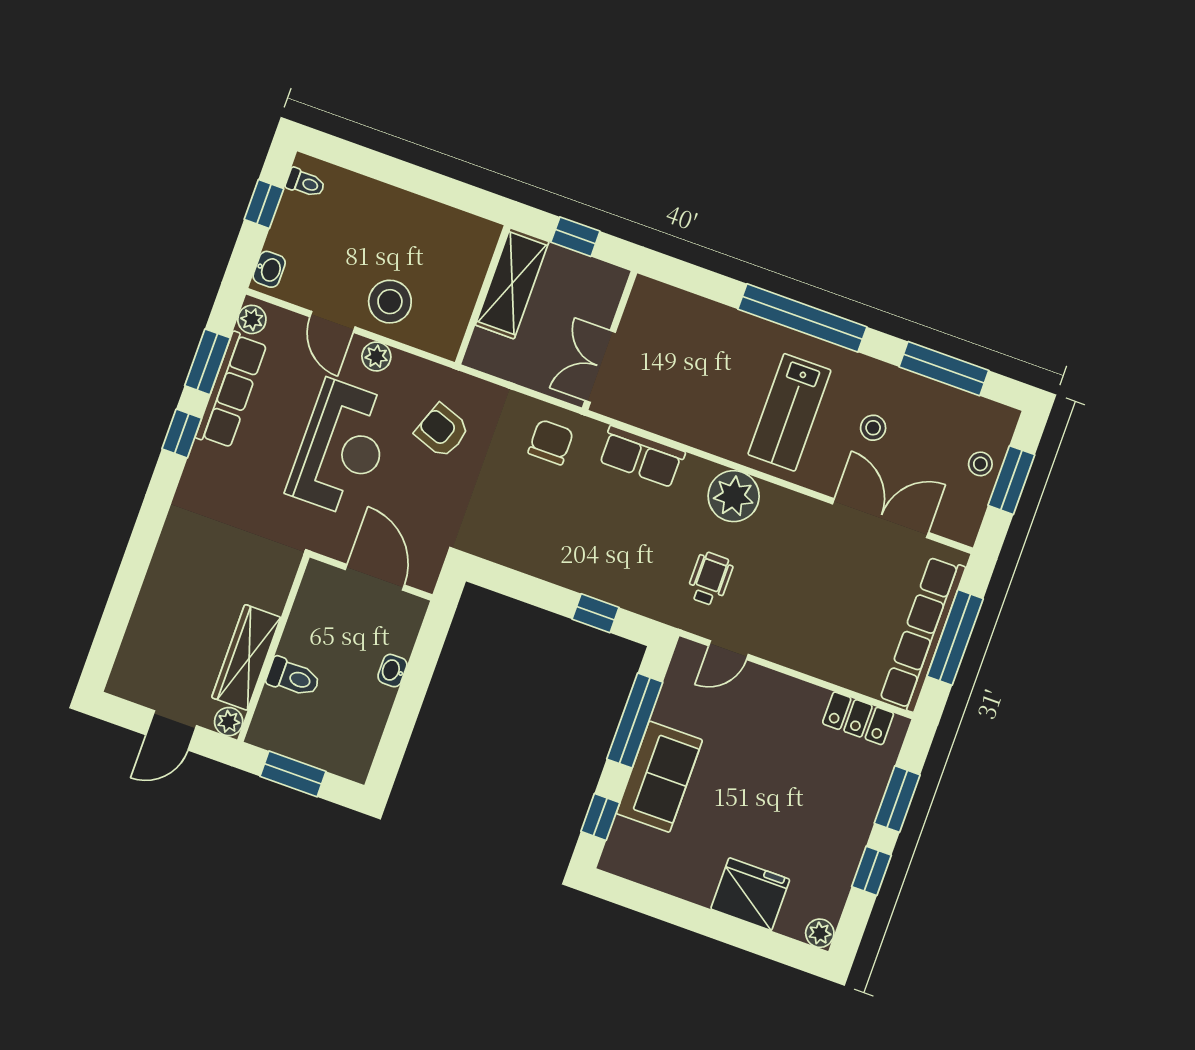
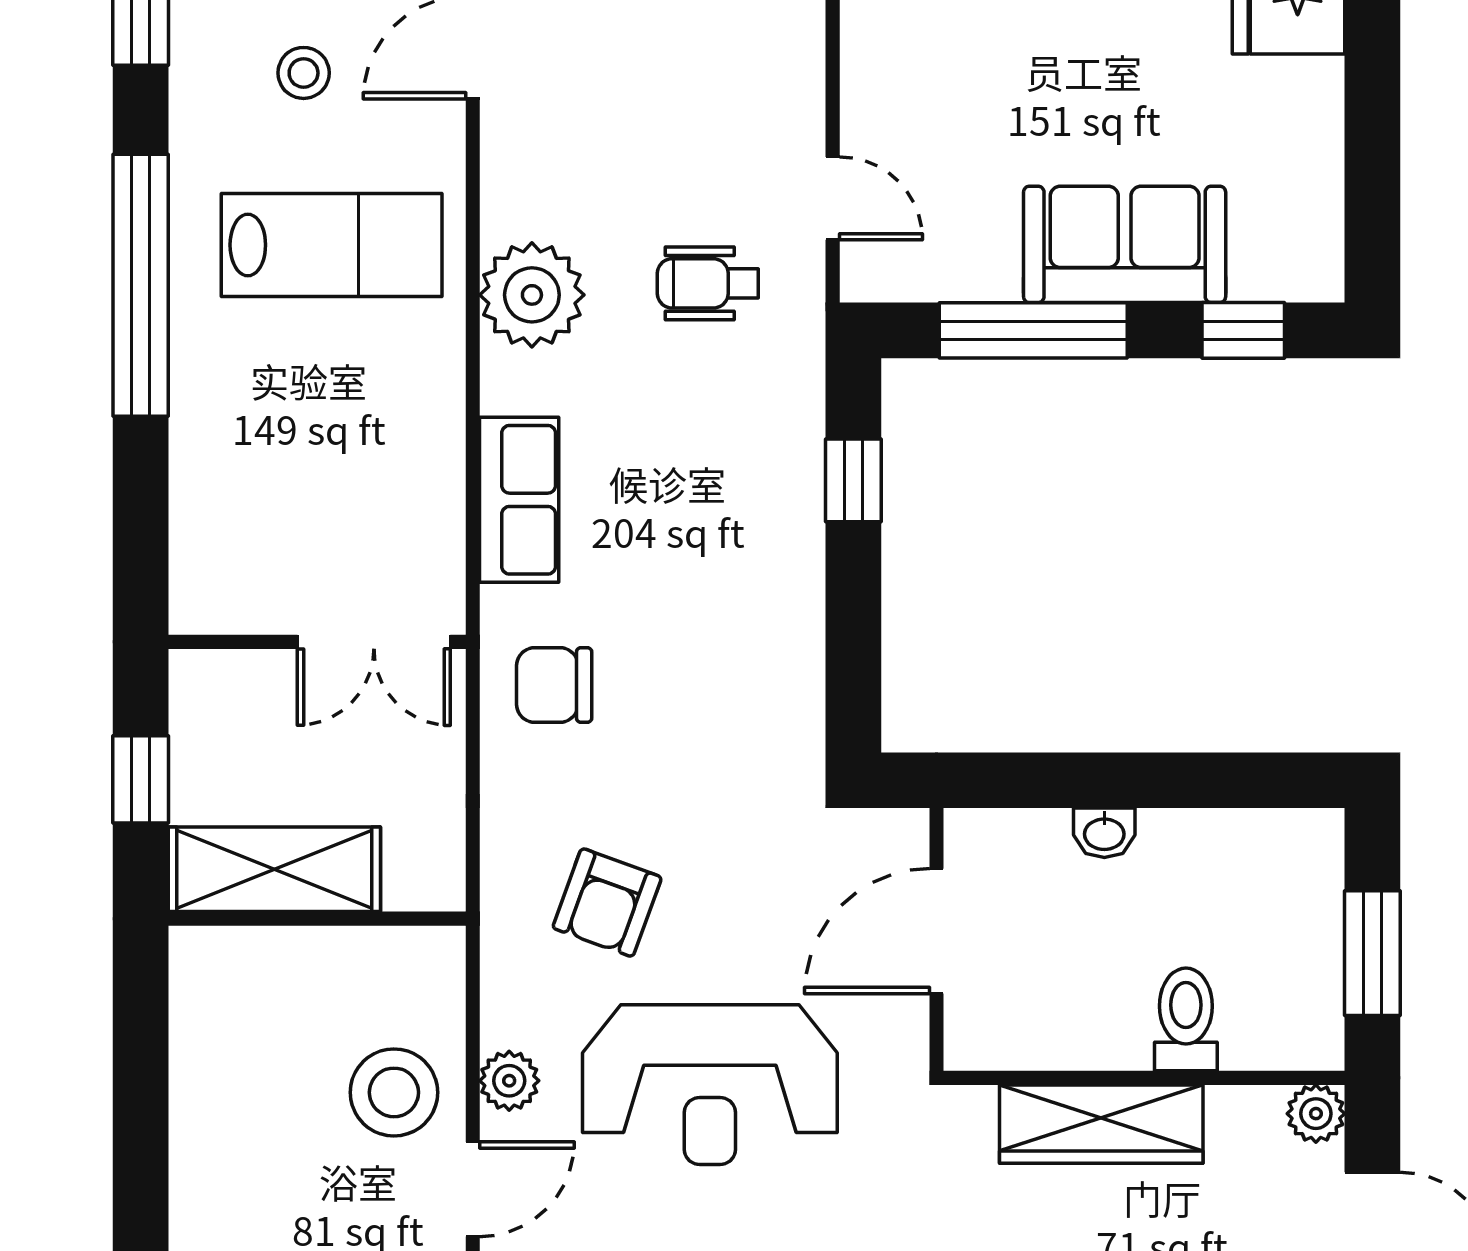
reception desk: (342, 448) -> (710, 1085), turned 180
wardrobe: (246, 657) -> (1101, 1124), moved

